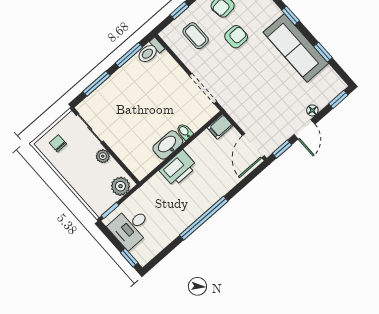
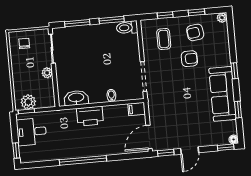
floor lamp: (312, 110) -> (234, 139), moved
washbasin: (168, 145) -> (76, 98), moved
plant: (120, 186) -> (28, 102), moved

